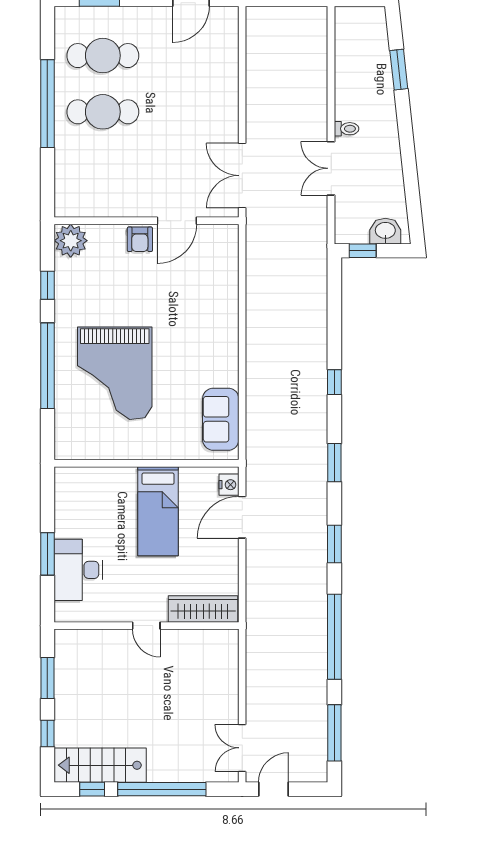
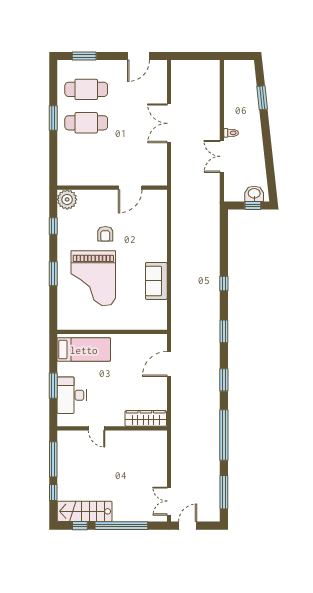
window: (47, 104) -> (53, 118), width x0.47
double door: (242, 176) -> (169, 123), moved
armchair: (140, 239) -> (105, 234), moved
window: (363, 251) -> (253, 205), moved
window: (47, 366) -> (53, 274), width x0.47
sofa: (221, 419) -> (156, 281), moved
nightstand: (229, 485) -> (161, 345), removed
bed: (158, 511) -> (84, 350), moved, turned -90
door: (146, 626) -> (97, 428), moved
window: (47, 678) -> (53, 459), width x1.44

